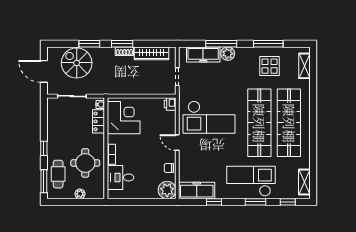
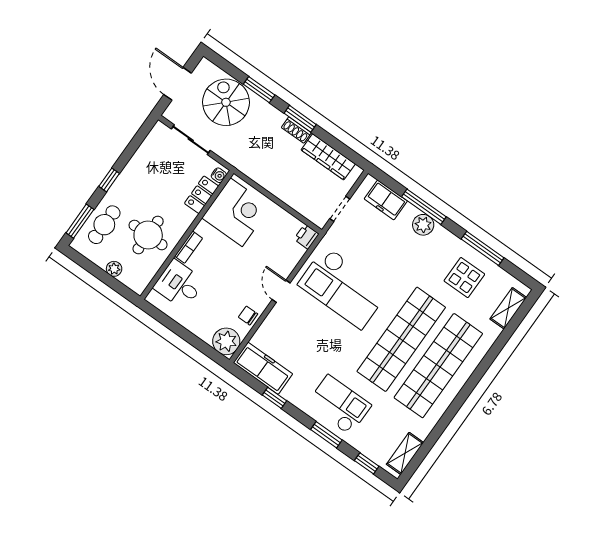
freezer: (203, 54) -> (386, 200), width x0.71
checkout: (251, 181) -> (339, 405), width x0.73, depth x0.83

